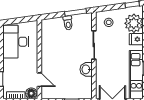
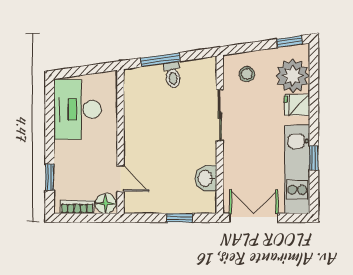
window: (76, 12) -> (160, 60), moved
washbasin: (86, 69) -> (206, 178), moved

